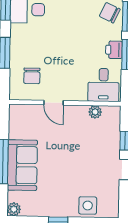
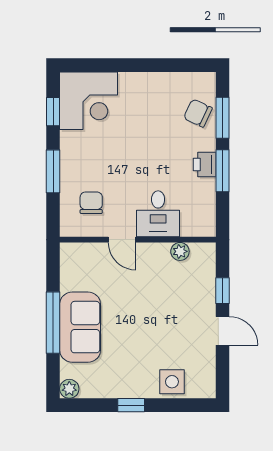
chair: (32, 76) -> (91, 203), turned 180
desk: (104, 85) -> (158, 214), moved

